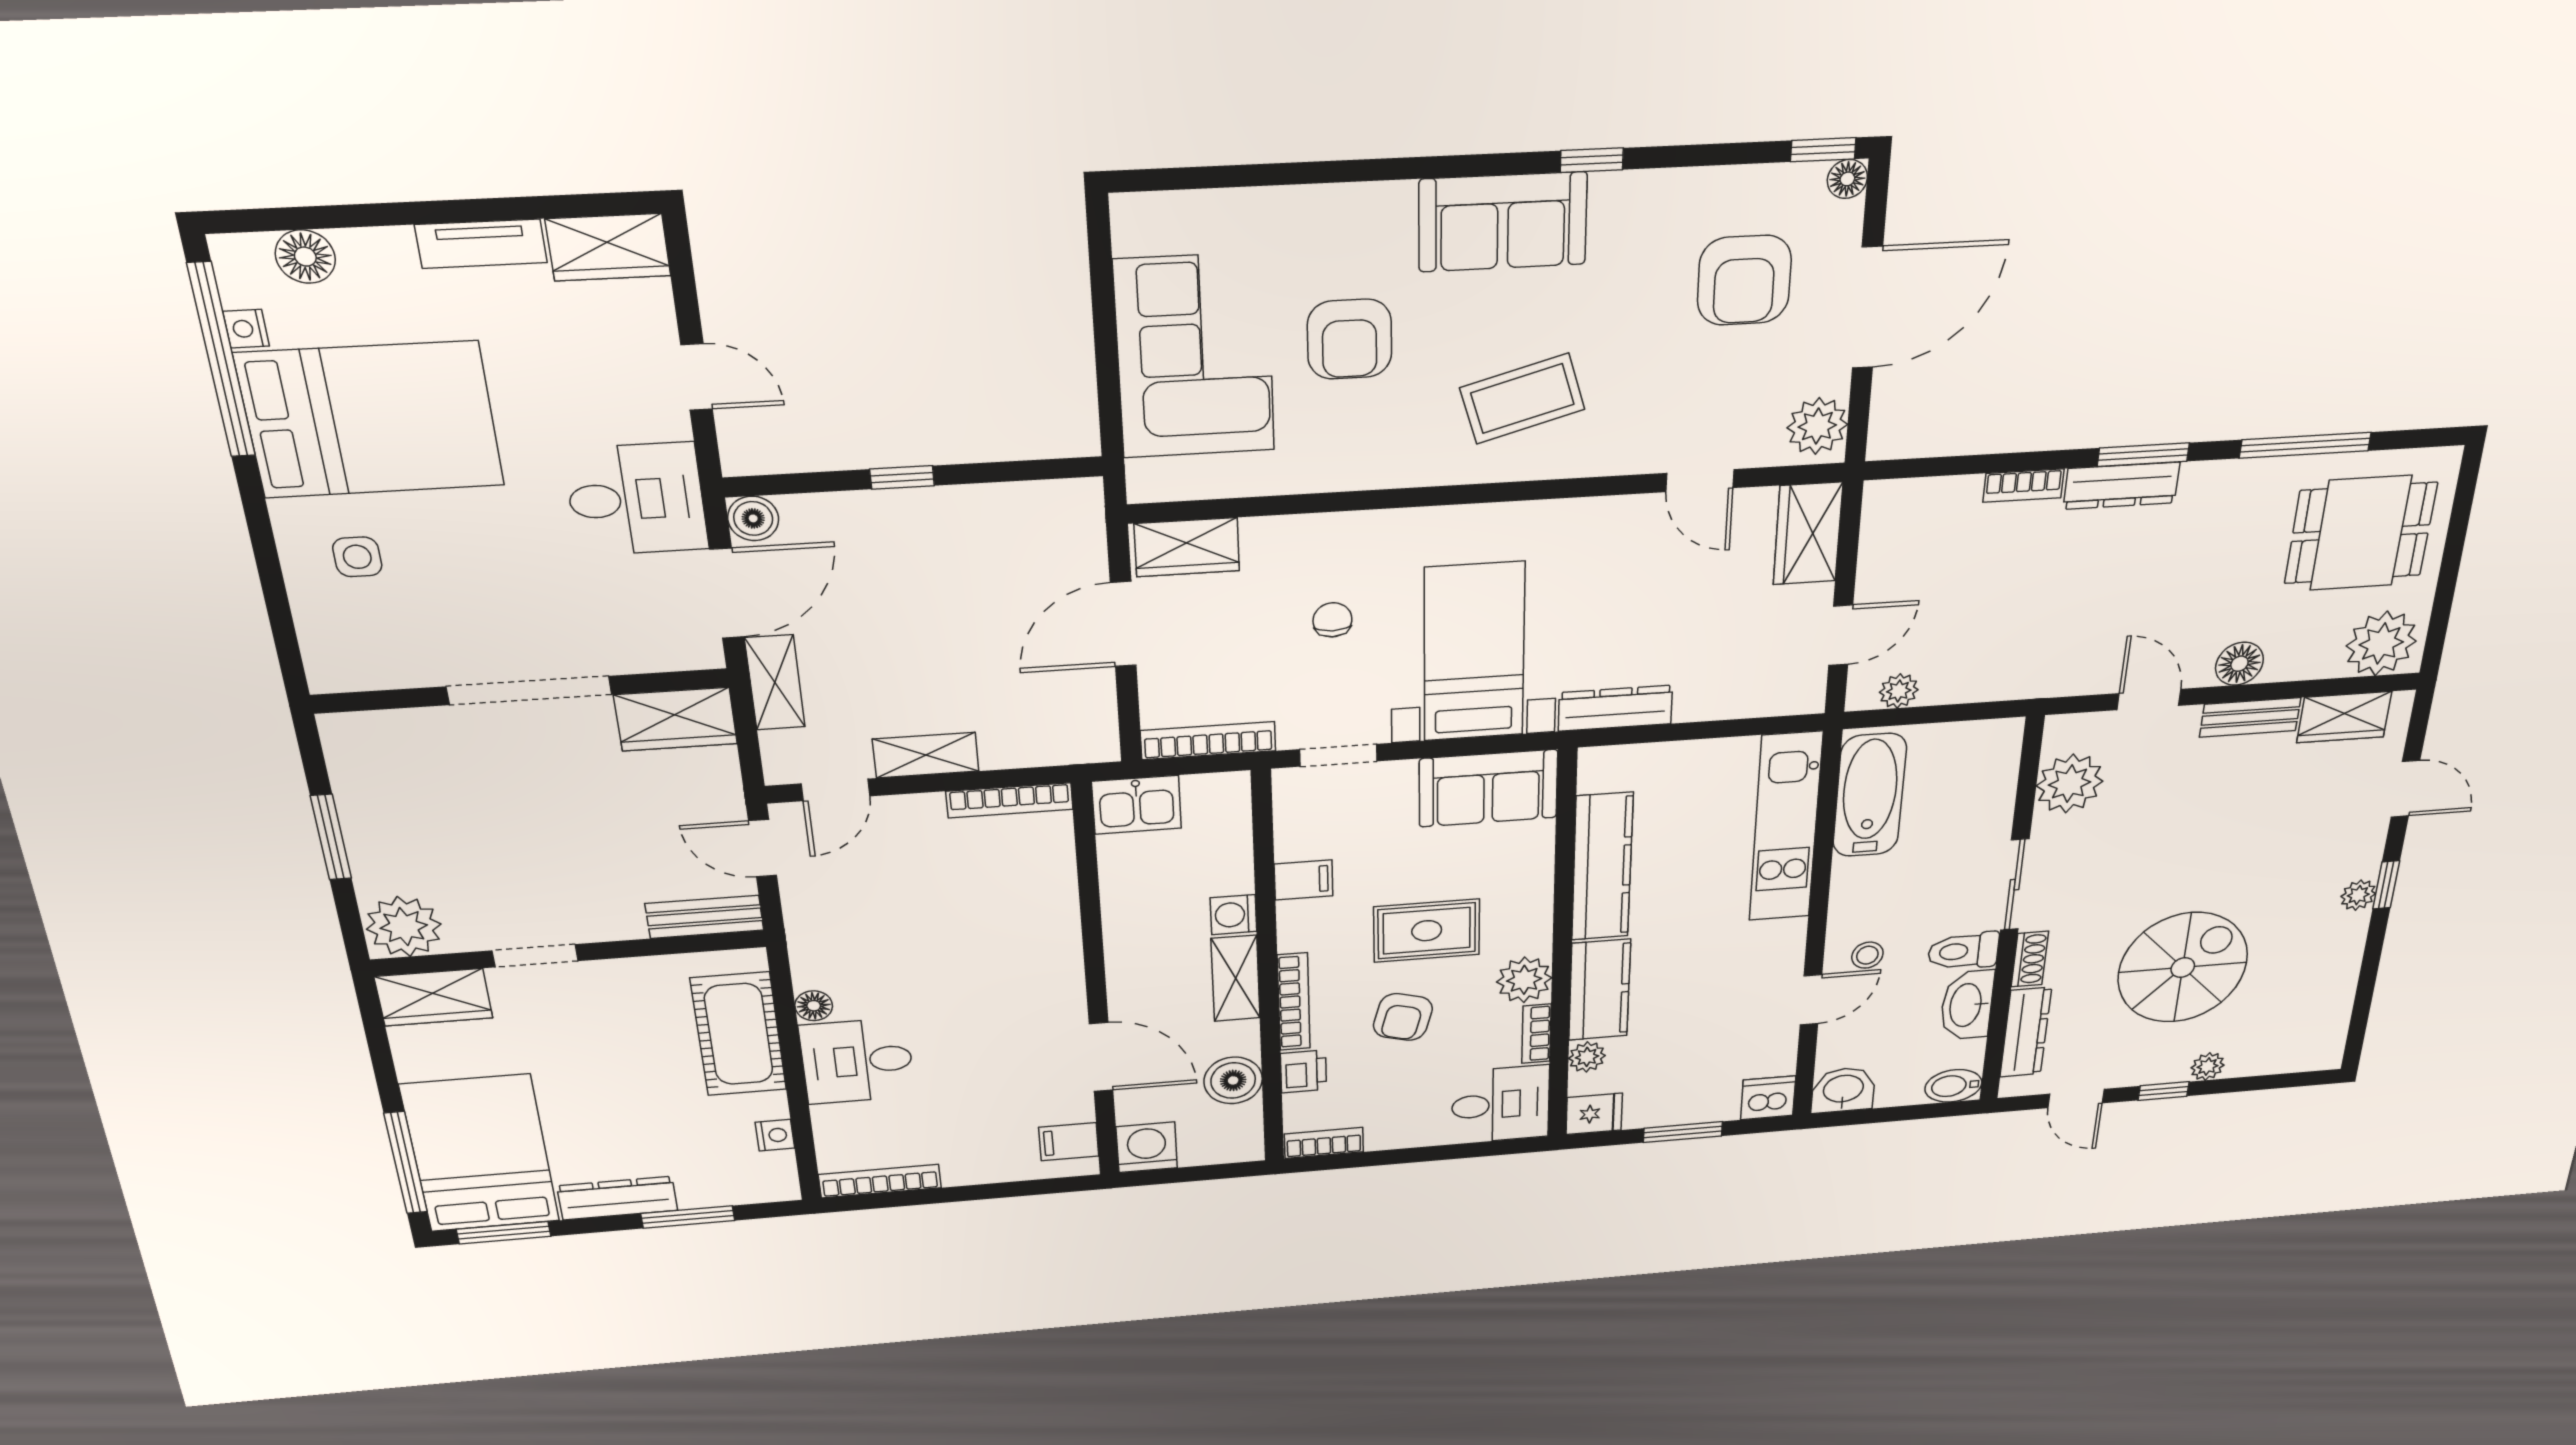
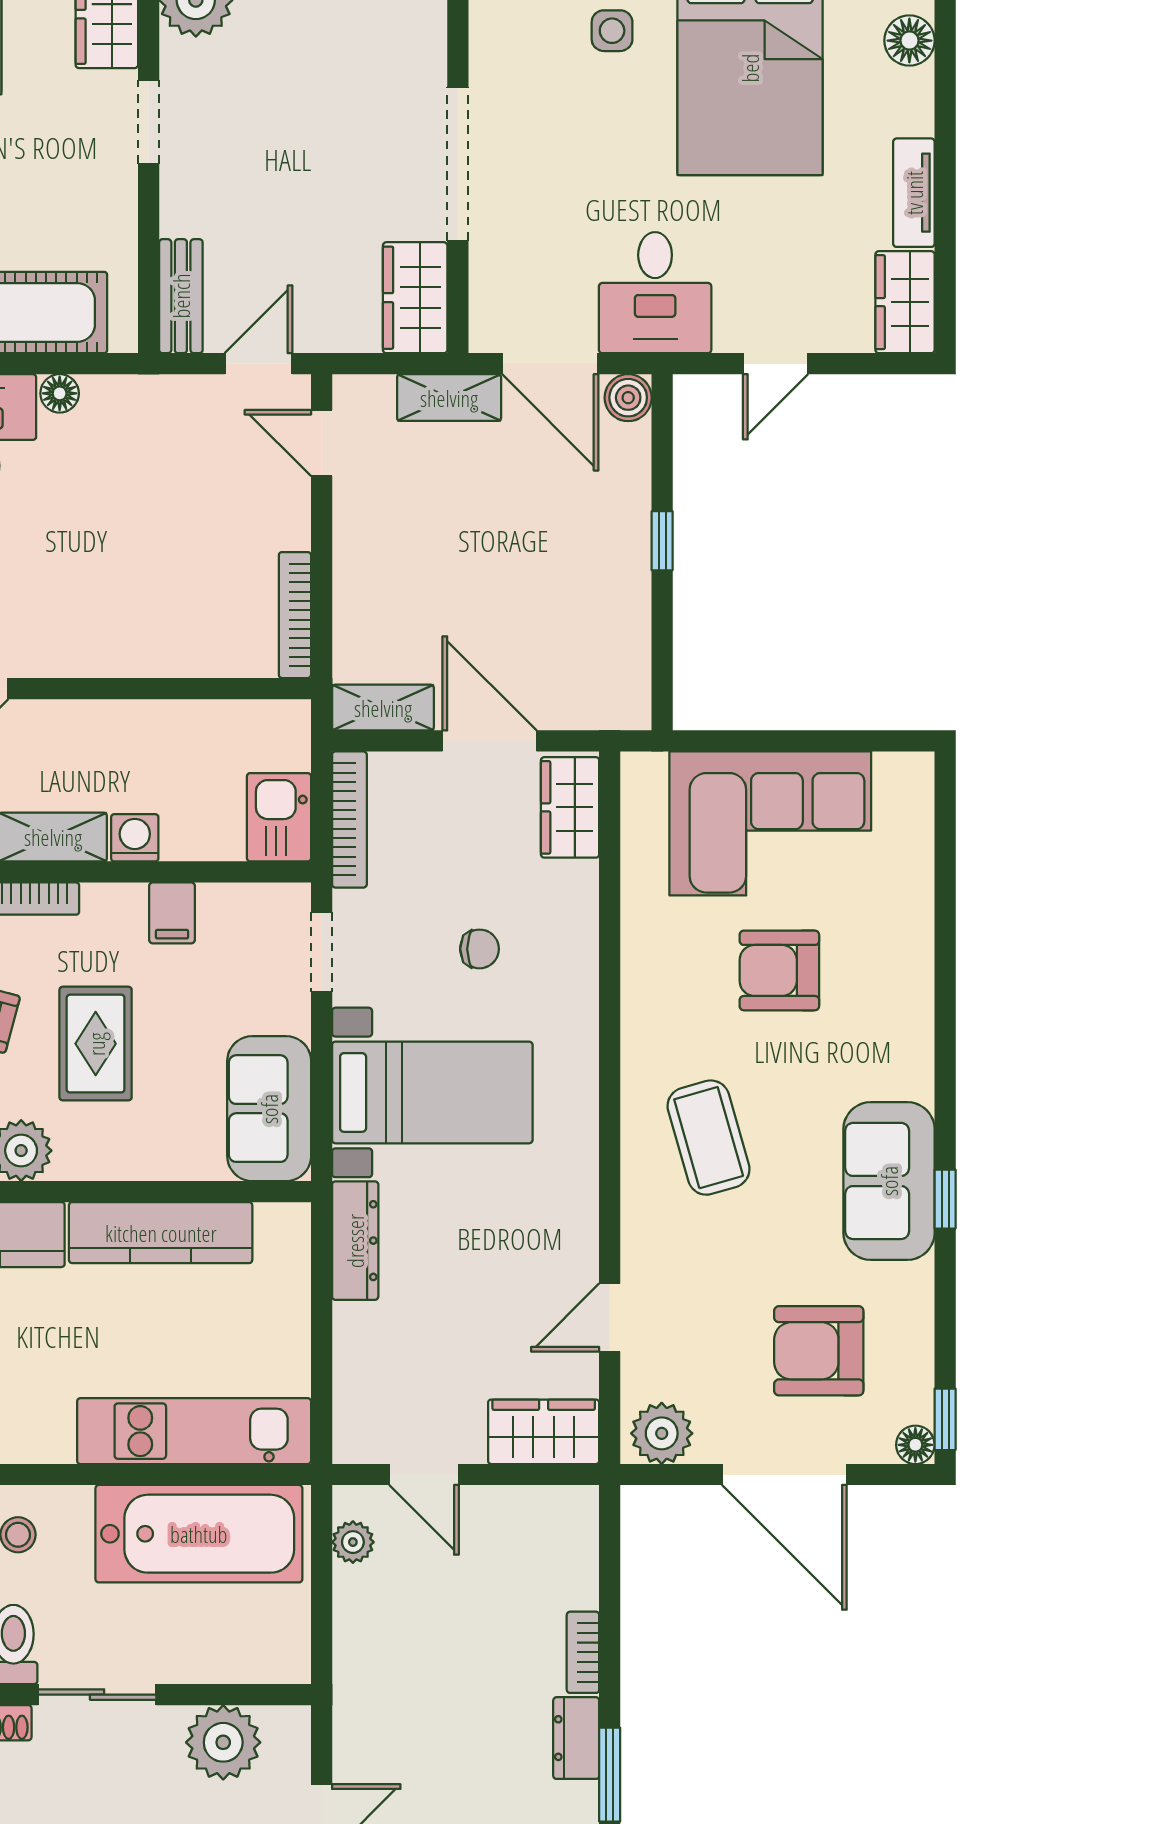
sofa: (1503, 222) -> (889, 1181), moved
dresser: (2121, 486) -> (576, 1738), width x0.70
shelving: (926, 755) -> (383, 708), moved, turned 90
bathtub: (1870, 795) -> (199, 1534), width x1.36, depth x1.36
kitchen sink: (1137, 805) -> (279, 817), moved

